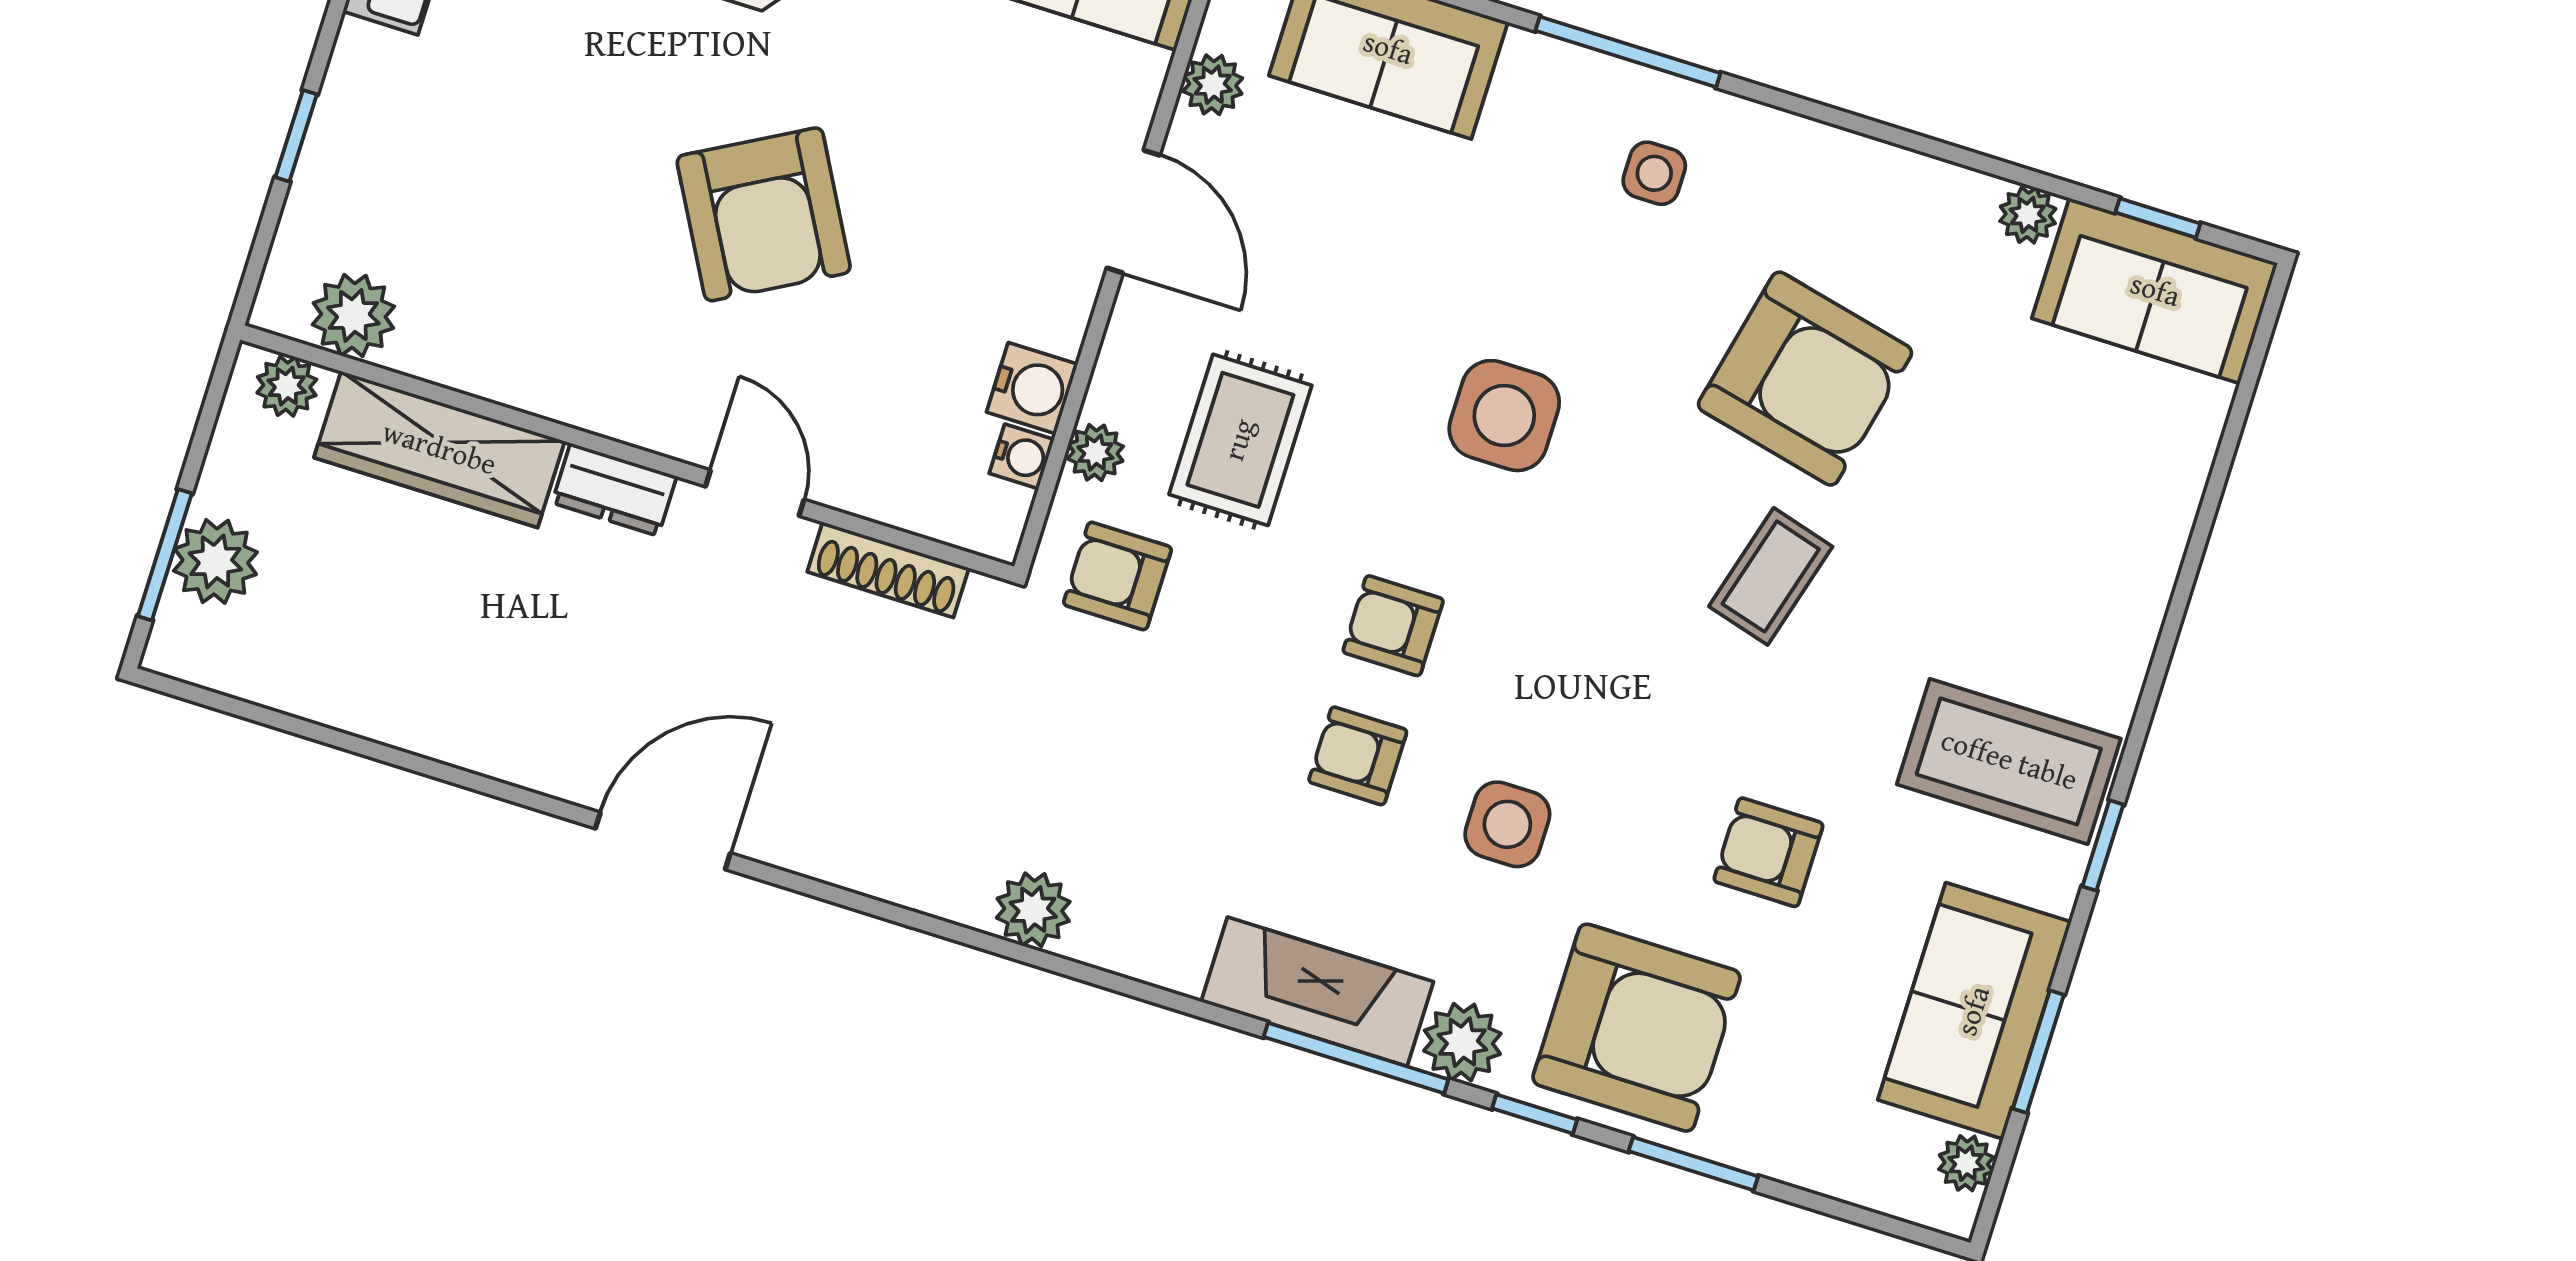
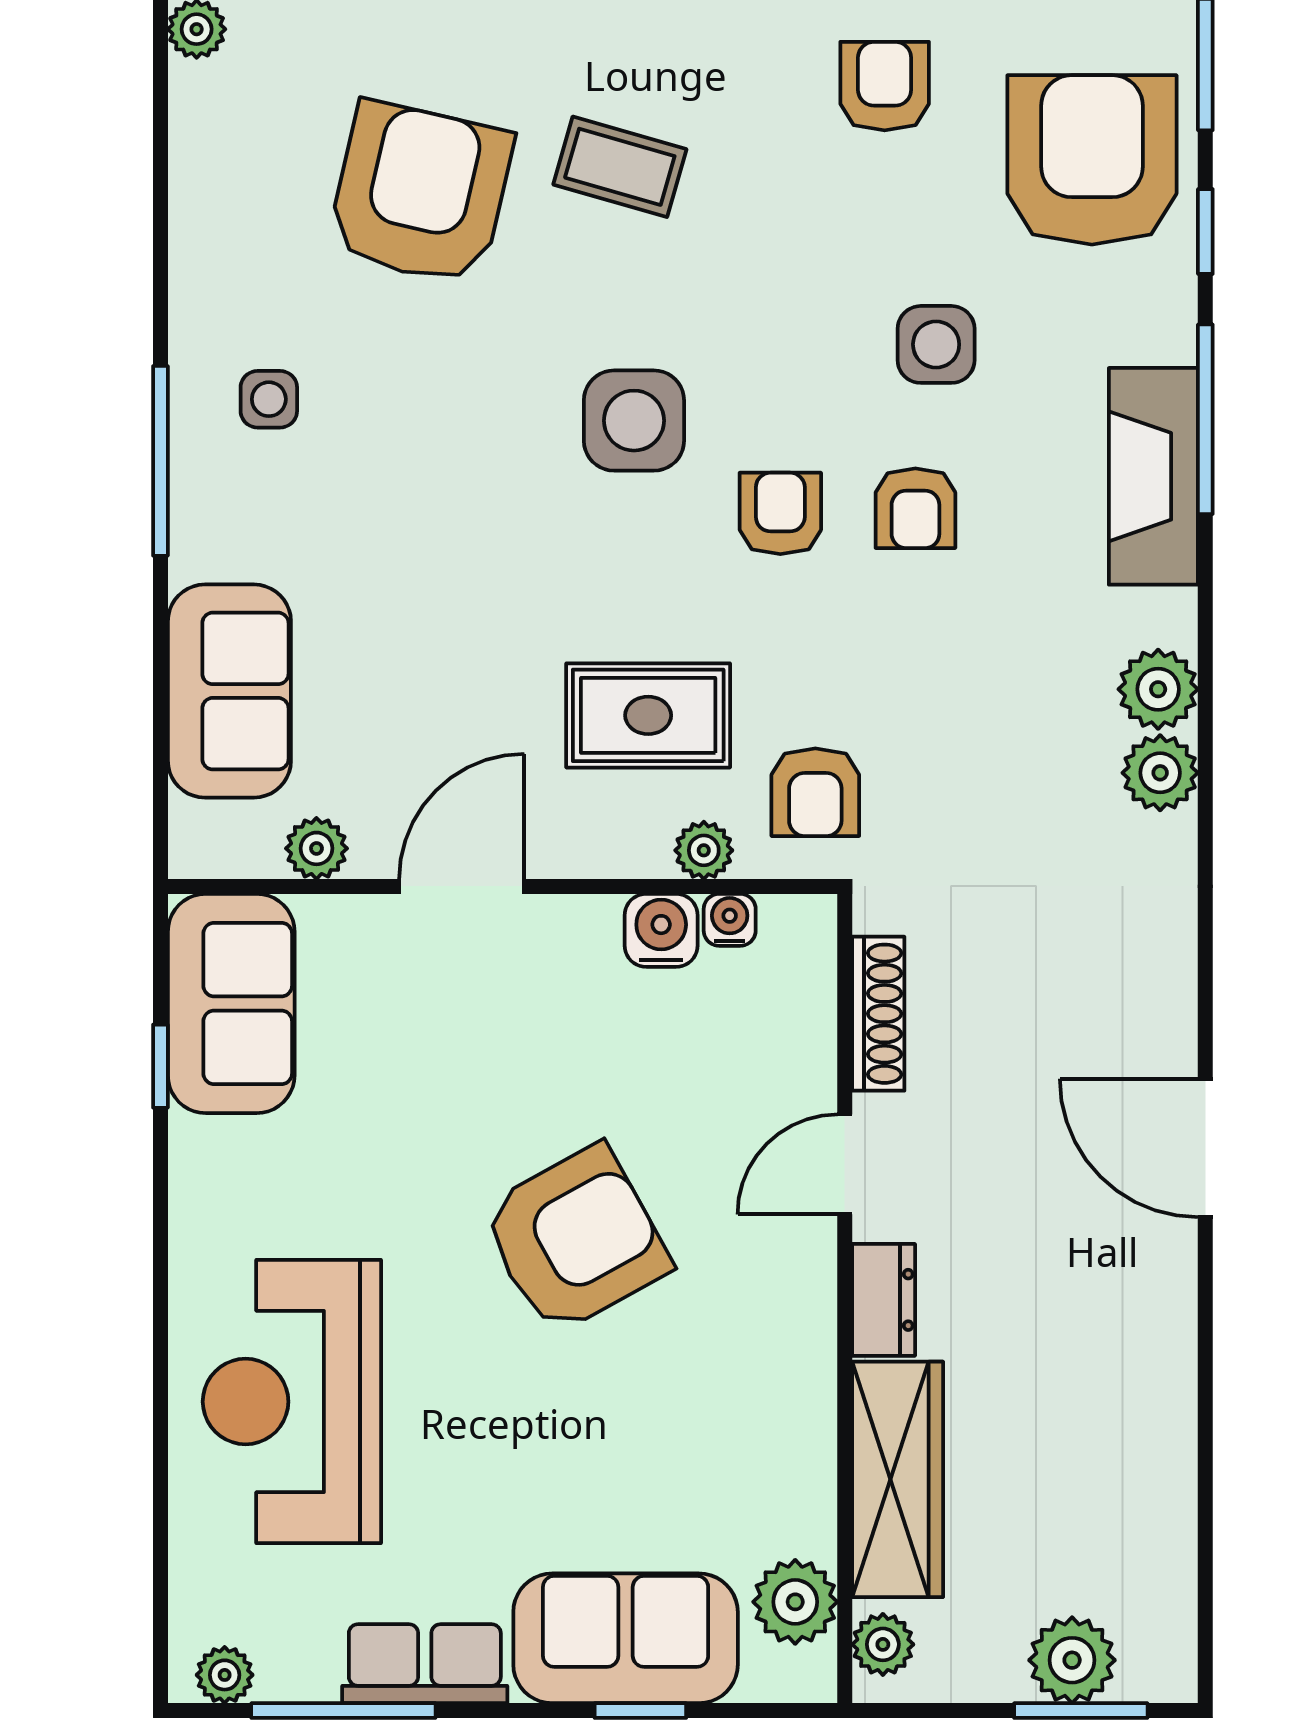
sofa: (369, 143) -> (626, 1638), added
side table: (1504, 416) -> (634, 421), moved
armchair: (1393, 626) -> (780, 513), turned 180
armchair: (1768, 852) -> (885, 86), turned 180
plant: (1462, 1042) -> (1158, 689), moved

